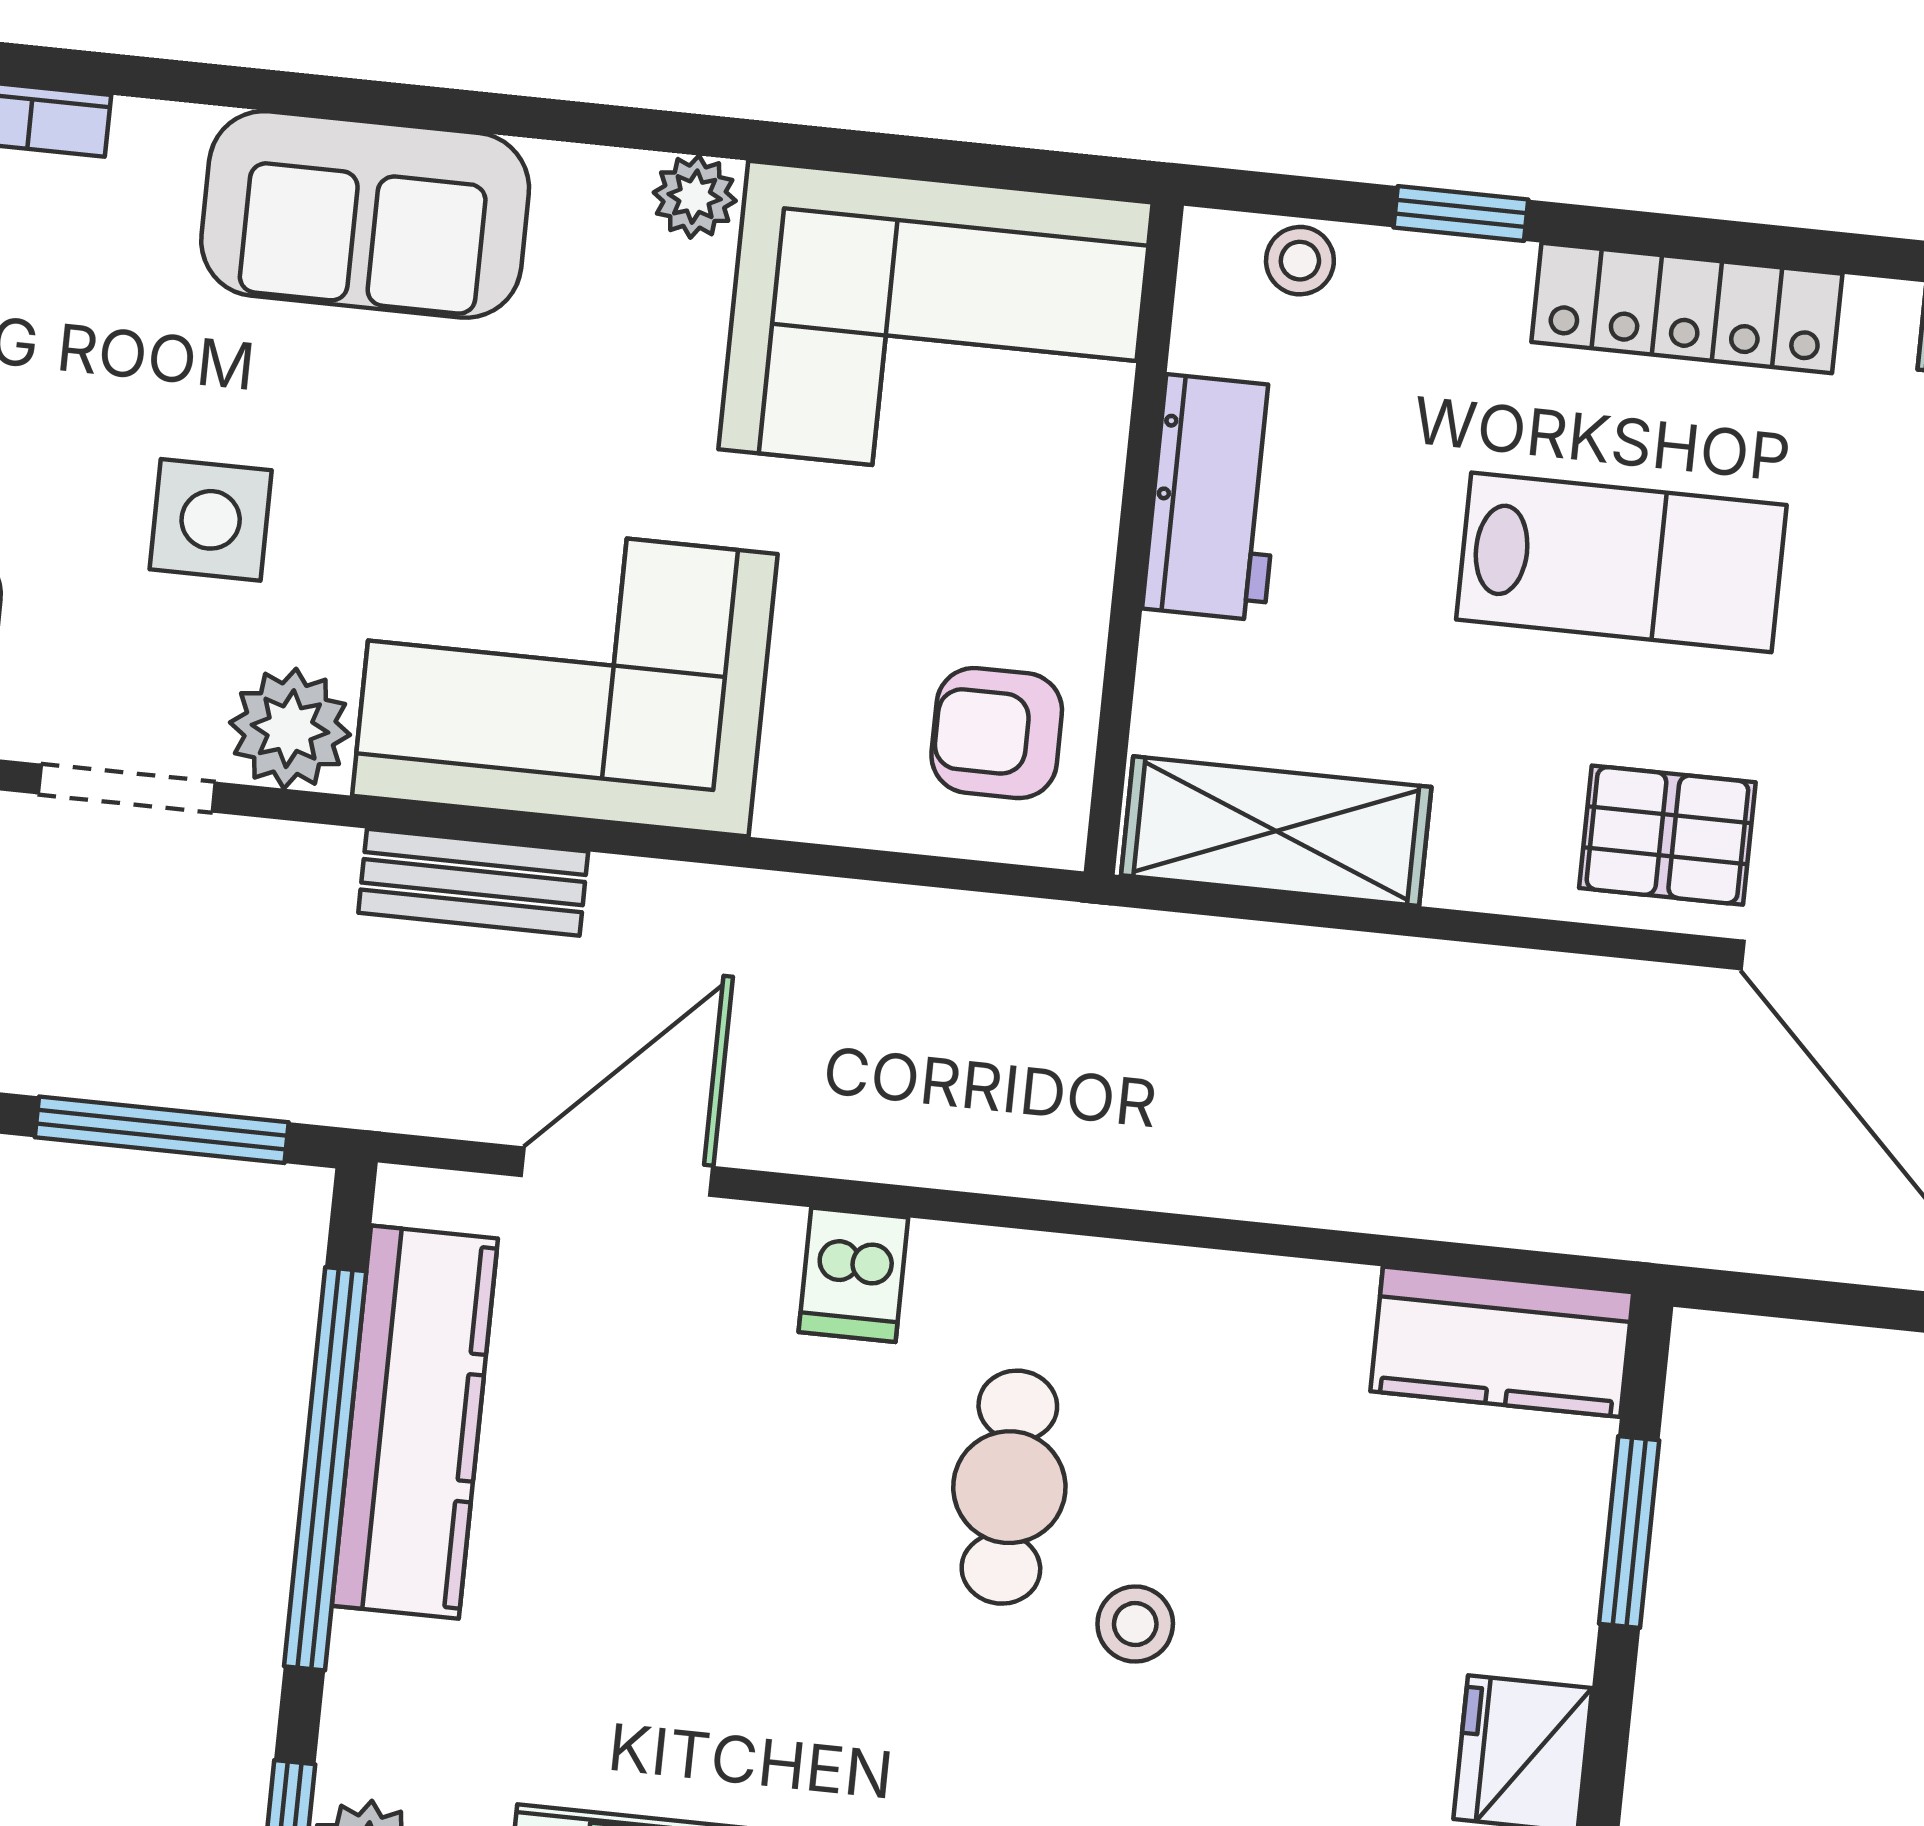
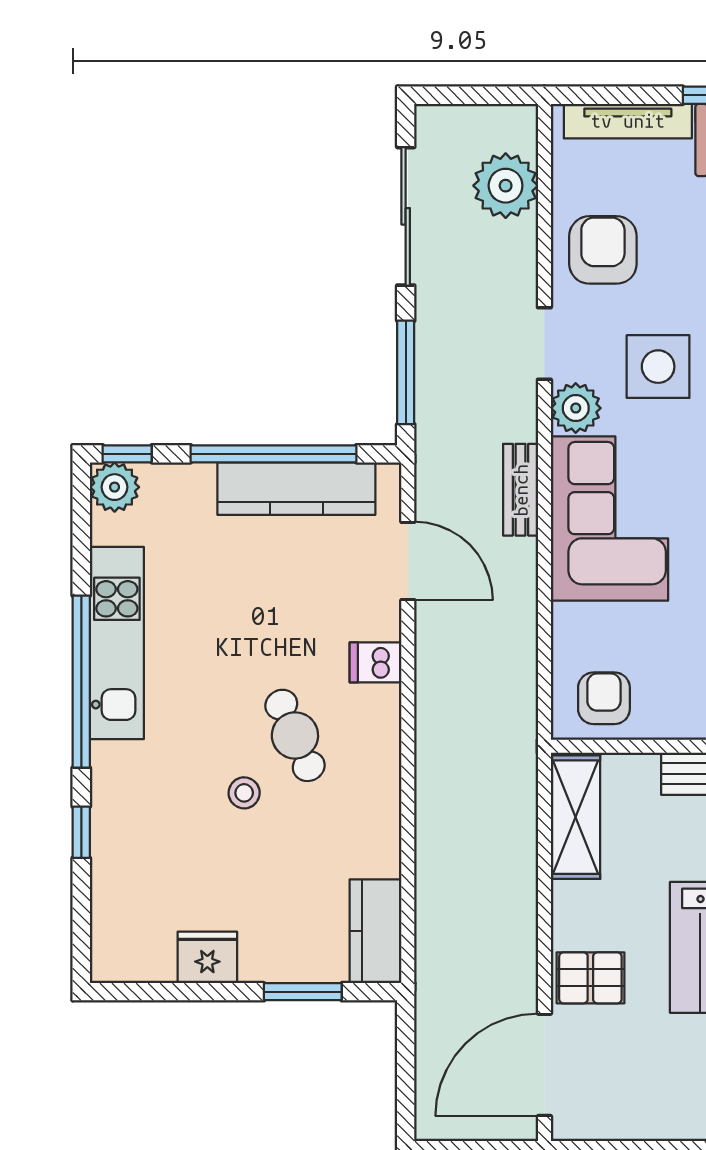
side table: (211, 520) -> (658, 367), width x1.37, depth x1.37
pallet: (1667, 835) -> (590, 978), turned 90
cafe table: (1009, 1487) -> (295, 735), turned 66

